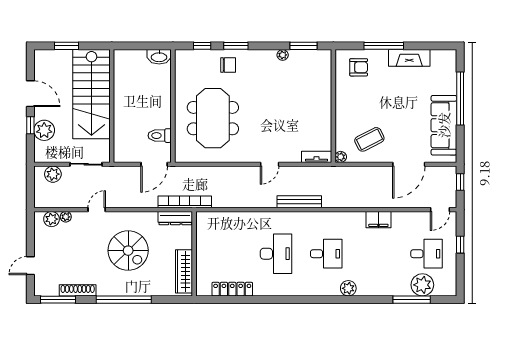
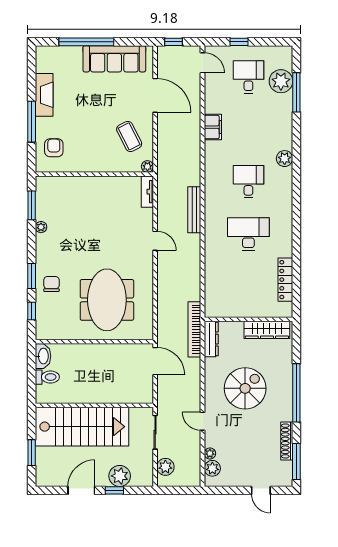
meeting table: (213, 118) -> (107, 300), turned 90
toilet: (160, 136) -> (47, 377), moved, turned -90

